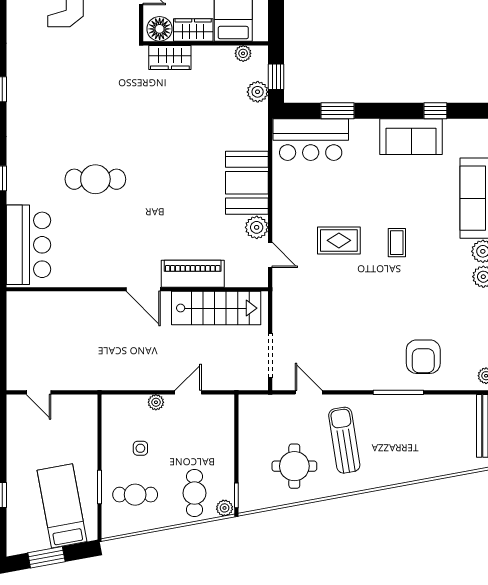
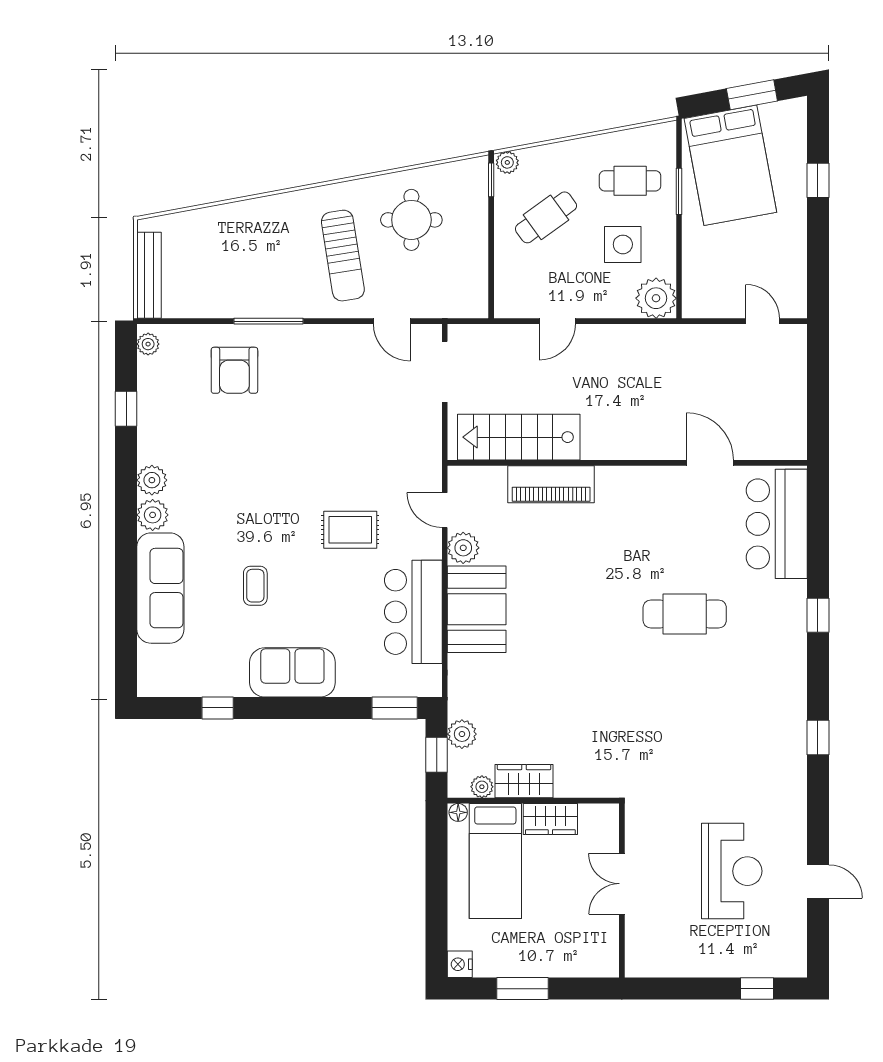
floor lamp: (160, 29) -> (458, 812), moved, width x0.53, depth x0.53
wardrobe: (170, 57) -> (524, 781), moved
window: (337, 111) -> (395, 708), moved
sofa: (411, 137) -> (292, 672), moved
bar counter: (311, 140) -> (413, 612), moved, turned -90
coffee table: (397, 243) -> (255, 586), moved
door: (143, 289) -> (710, 463), moved
armchair: (423, 357) -> (234, 370), turned 180
plant: (156, 402) -> (656, 298), moved, width x1.87, depth x1.87
side table: (140, 448) -> (623, 244), width x1.87, depth x1.87
cafe table: (194, 493) -> (546, 217), moved, turned 54
bed: (62, 506) -> (730, 165), width x1.50

